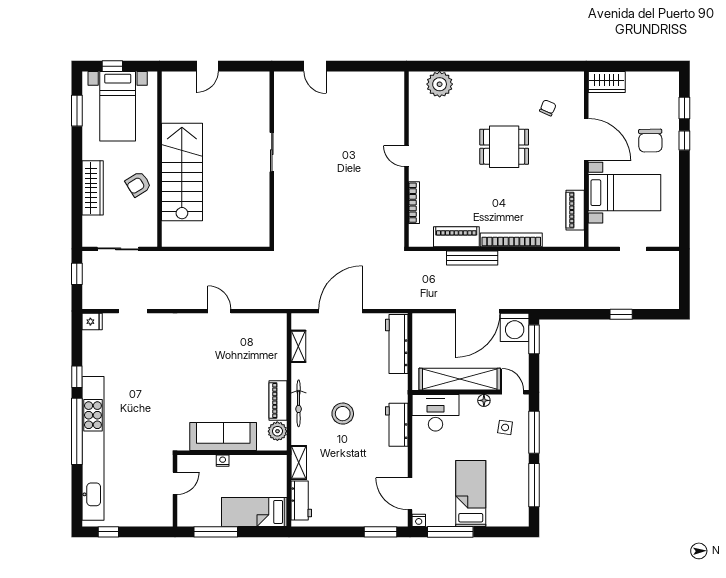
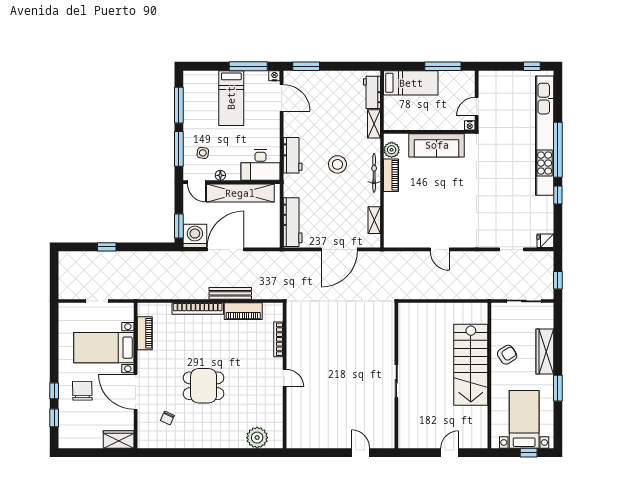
window: (77, 111) -> (558, 388), moved
nightstand: (223, 461) -> (470, 125), moved

